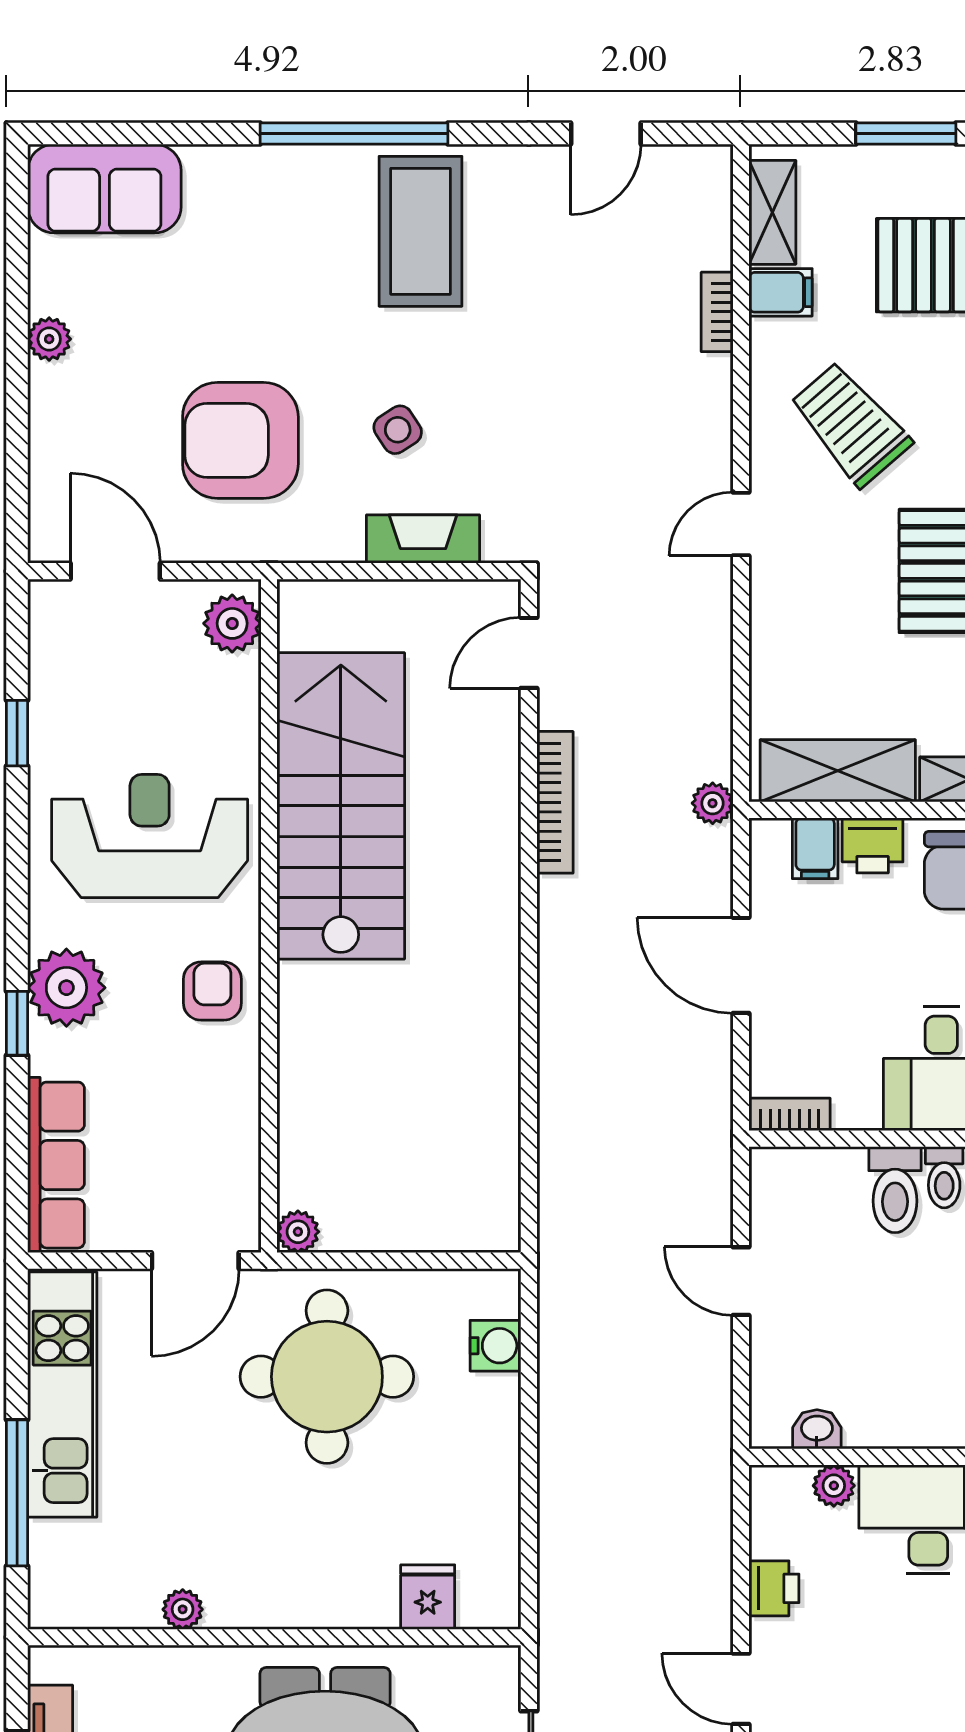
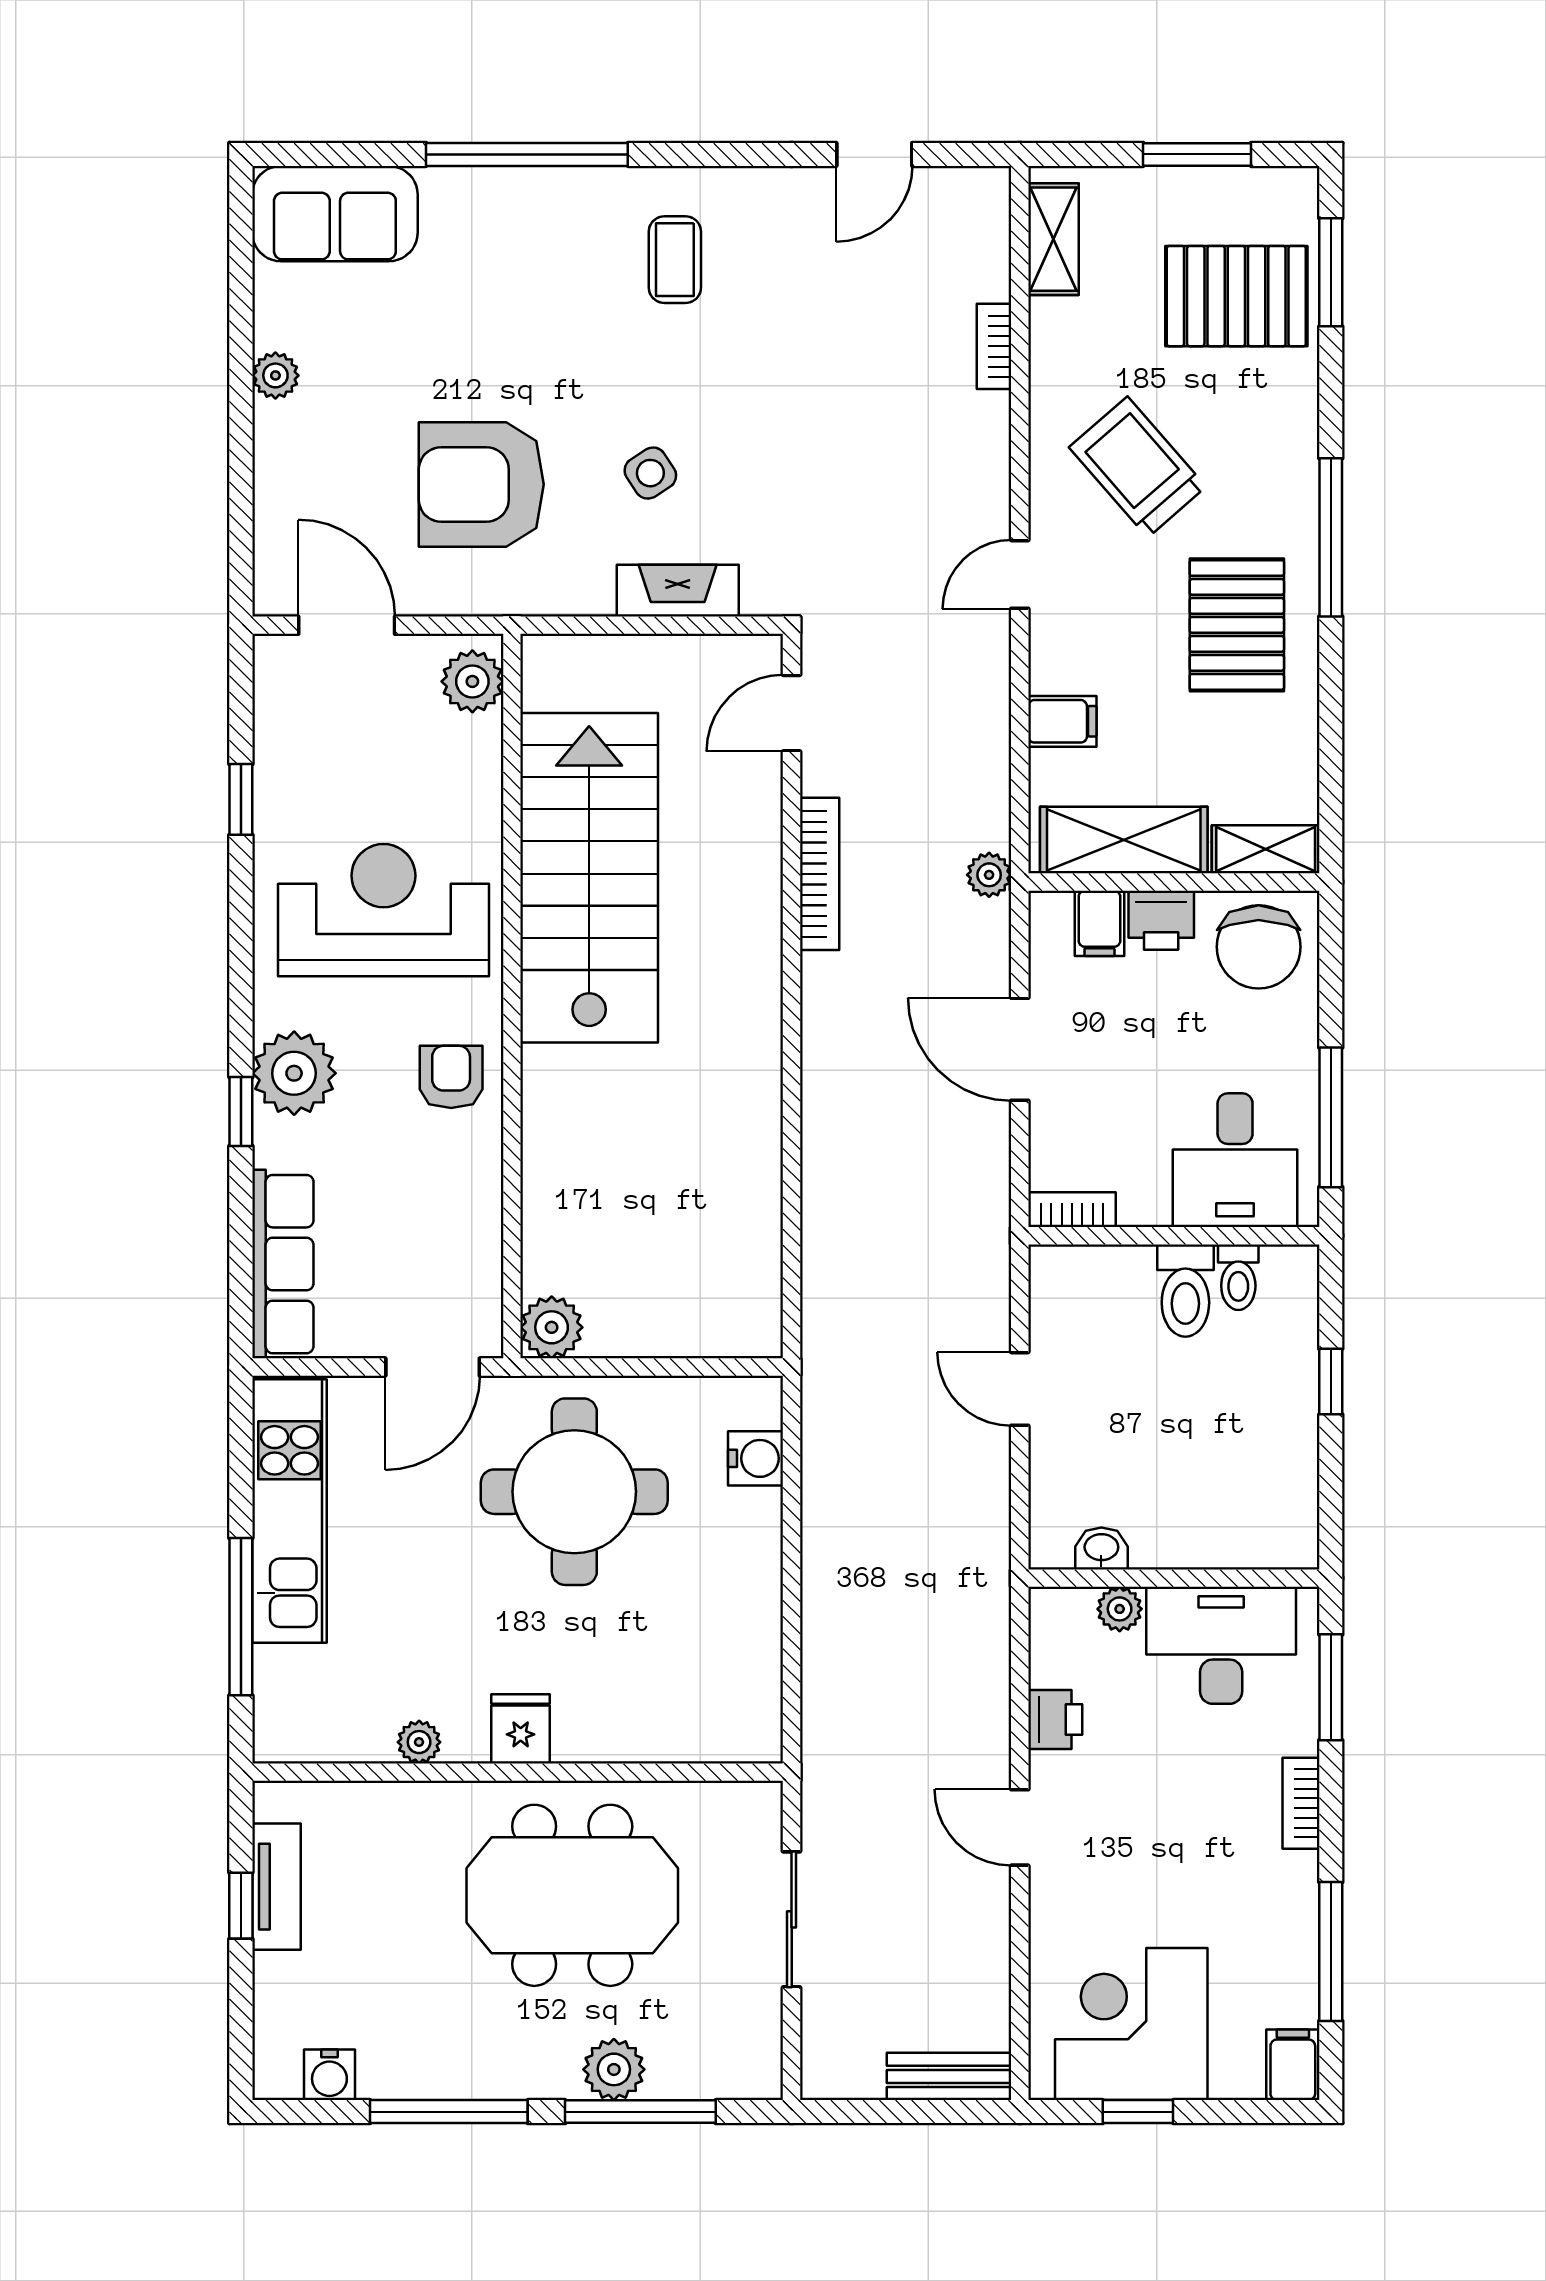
window: (354, 134) -> (527, 154), moved
coffee table: (420, 231) -> (675, 260), width x0.54, depth x0.58
filing cabinet: (781, 292) -> (1062, 721), moved
plant: (298, 1232) -> (552, 1327), width x1.38, depth x1.38
fridge: (428, 1597) -> (521, 1729), moved

